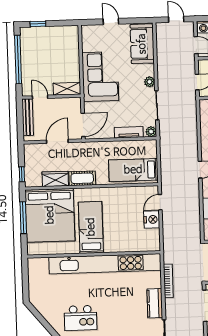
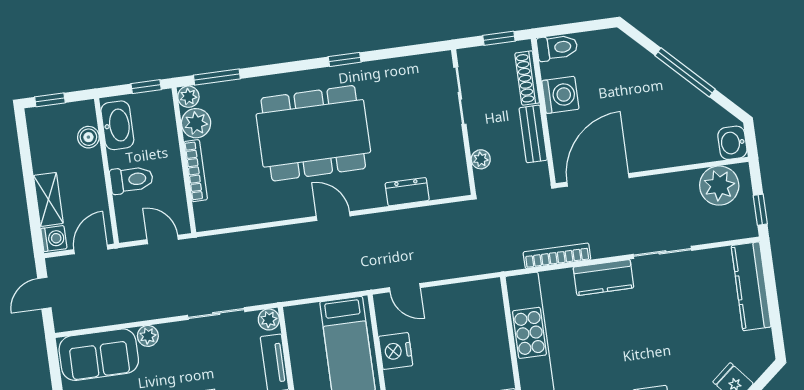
plant: (149, 82) -> (148, 336), moved
nightstand: (152, 219) -> (396, 351), moved, turned -90

